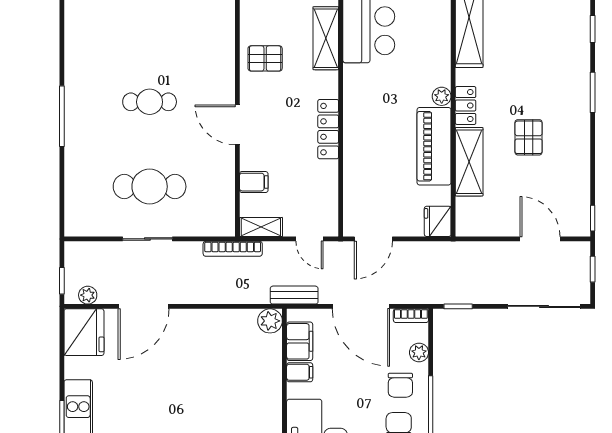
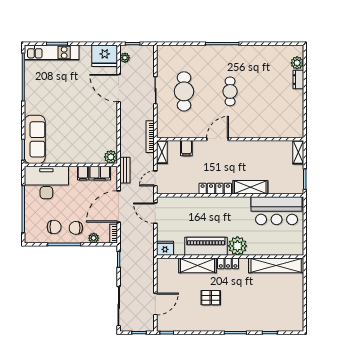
shelving: (326, 38) -> (250, 187), moved
pallet: (265, 58) -> (254, 154), removed
plant: (442, 96) -> (237, 246), width x1.88, depth x1.88

